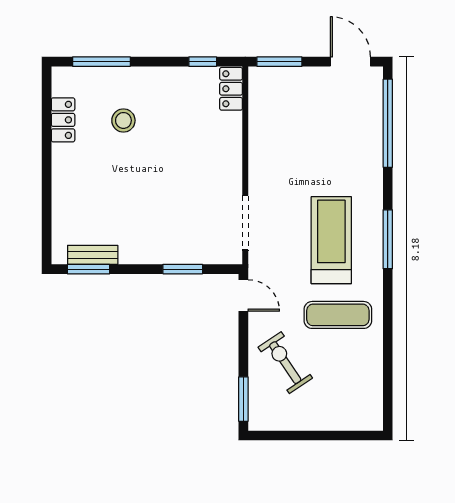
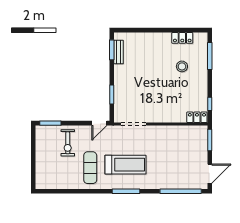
exercise bike: (285, 363) -> (68, 143), turned 124

